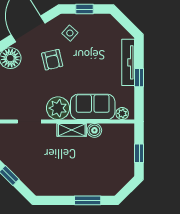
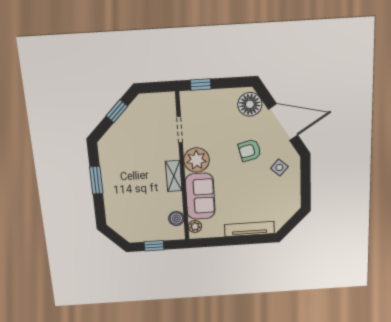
window: (84, 9) -> (306, 181), removed
window: (139, 78) -> (234, 241), removed
boiler: (94, 130) -> (176, 218), moved
window: (88, 200) -> (96, 180), moved

